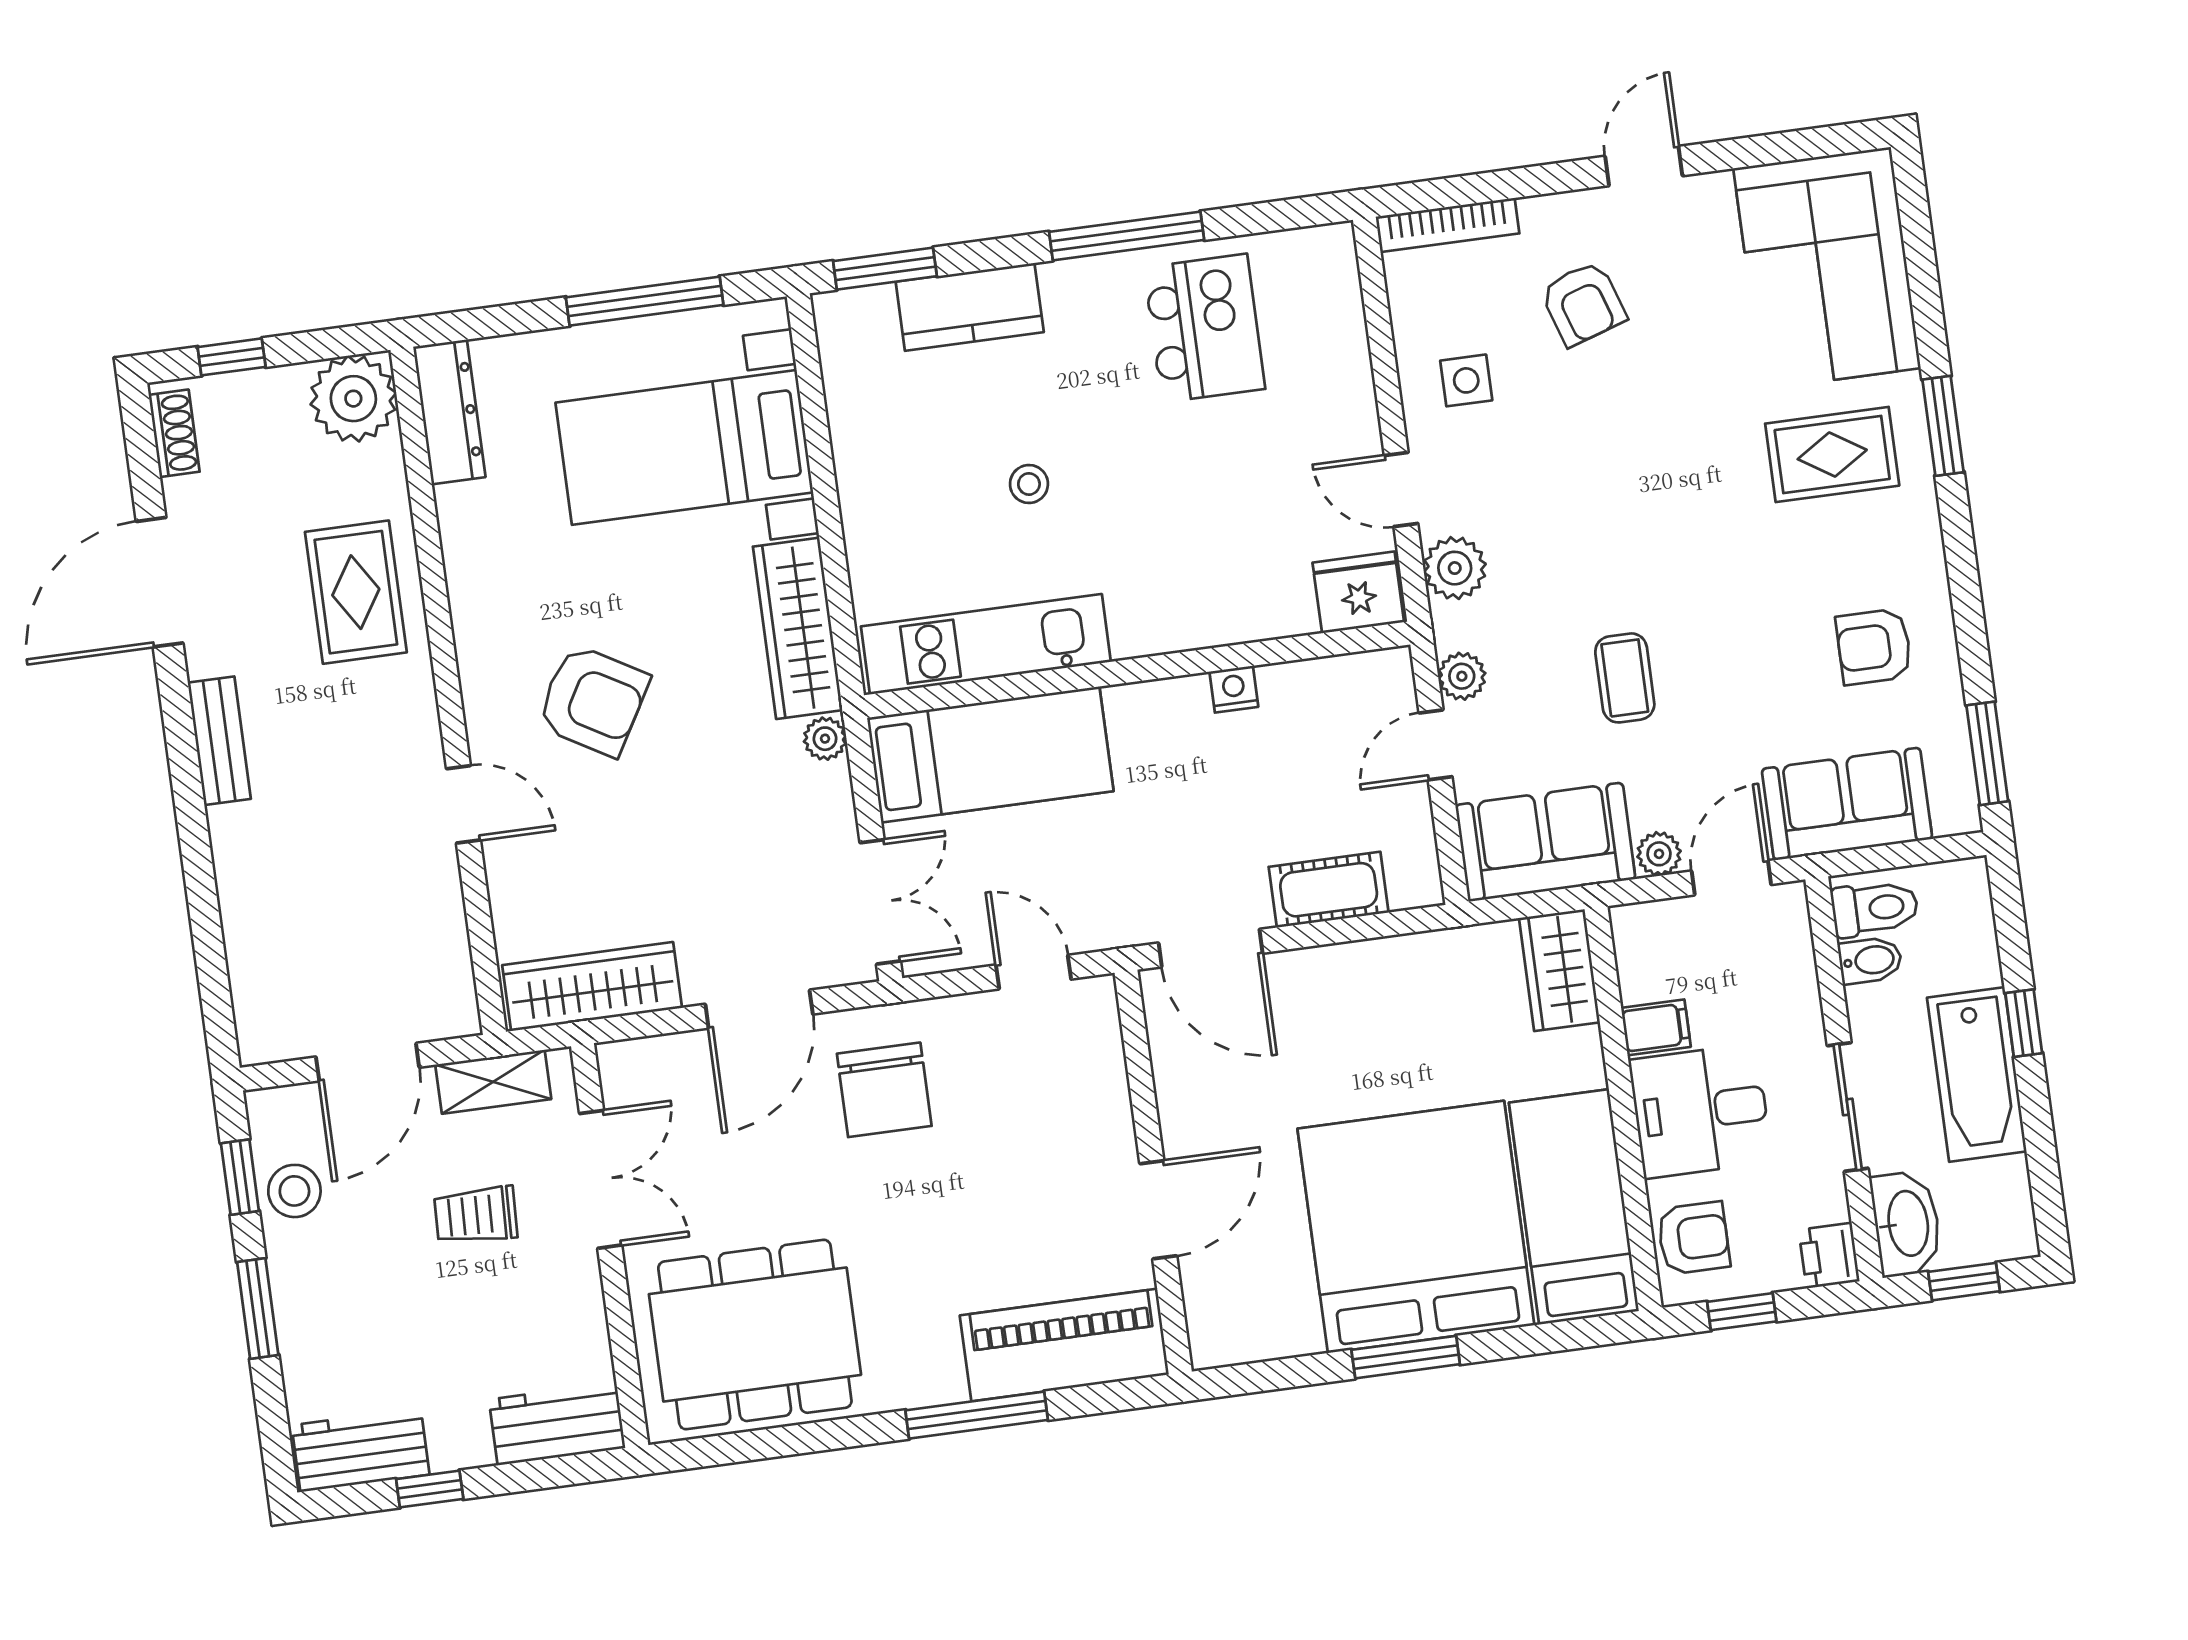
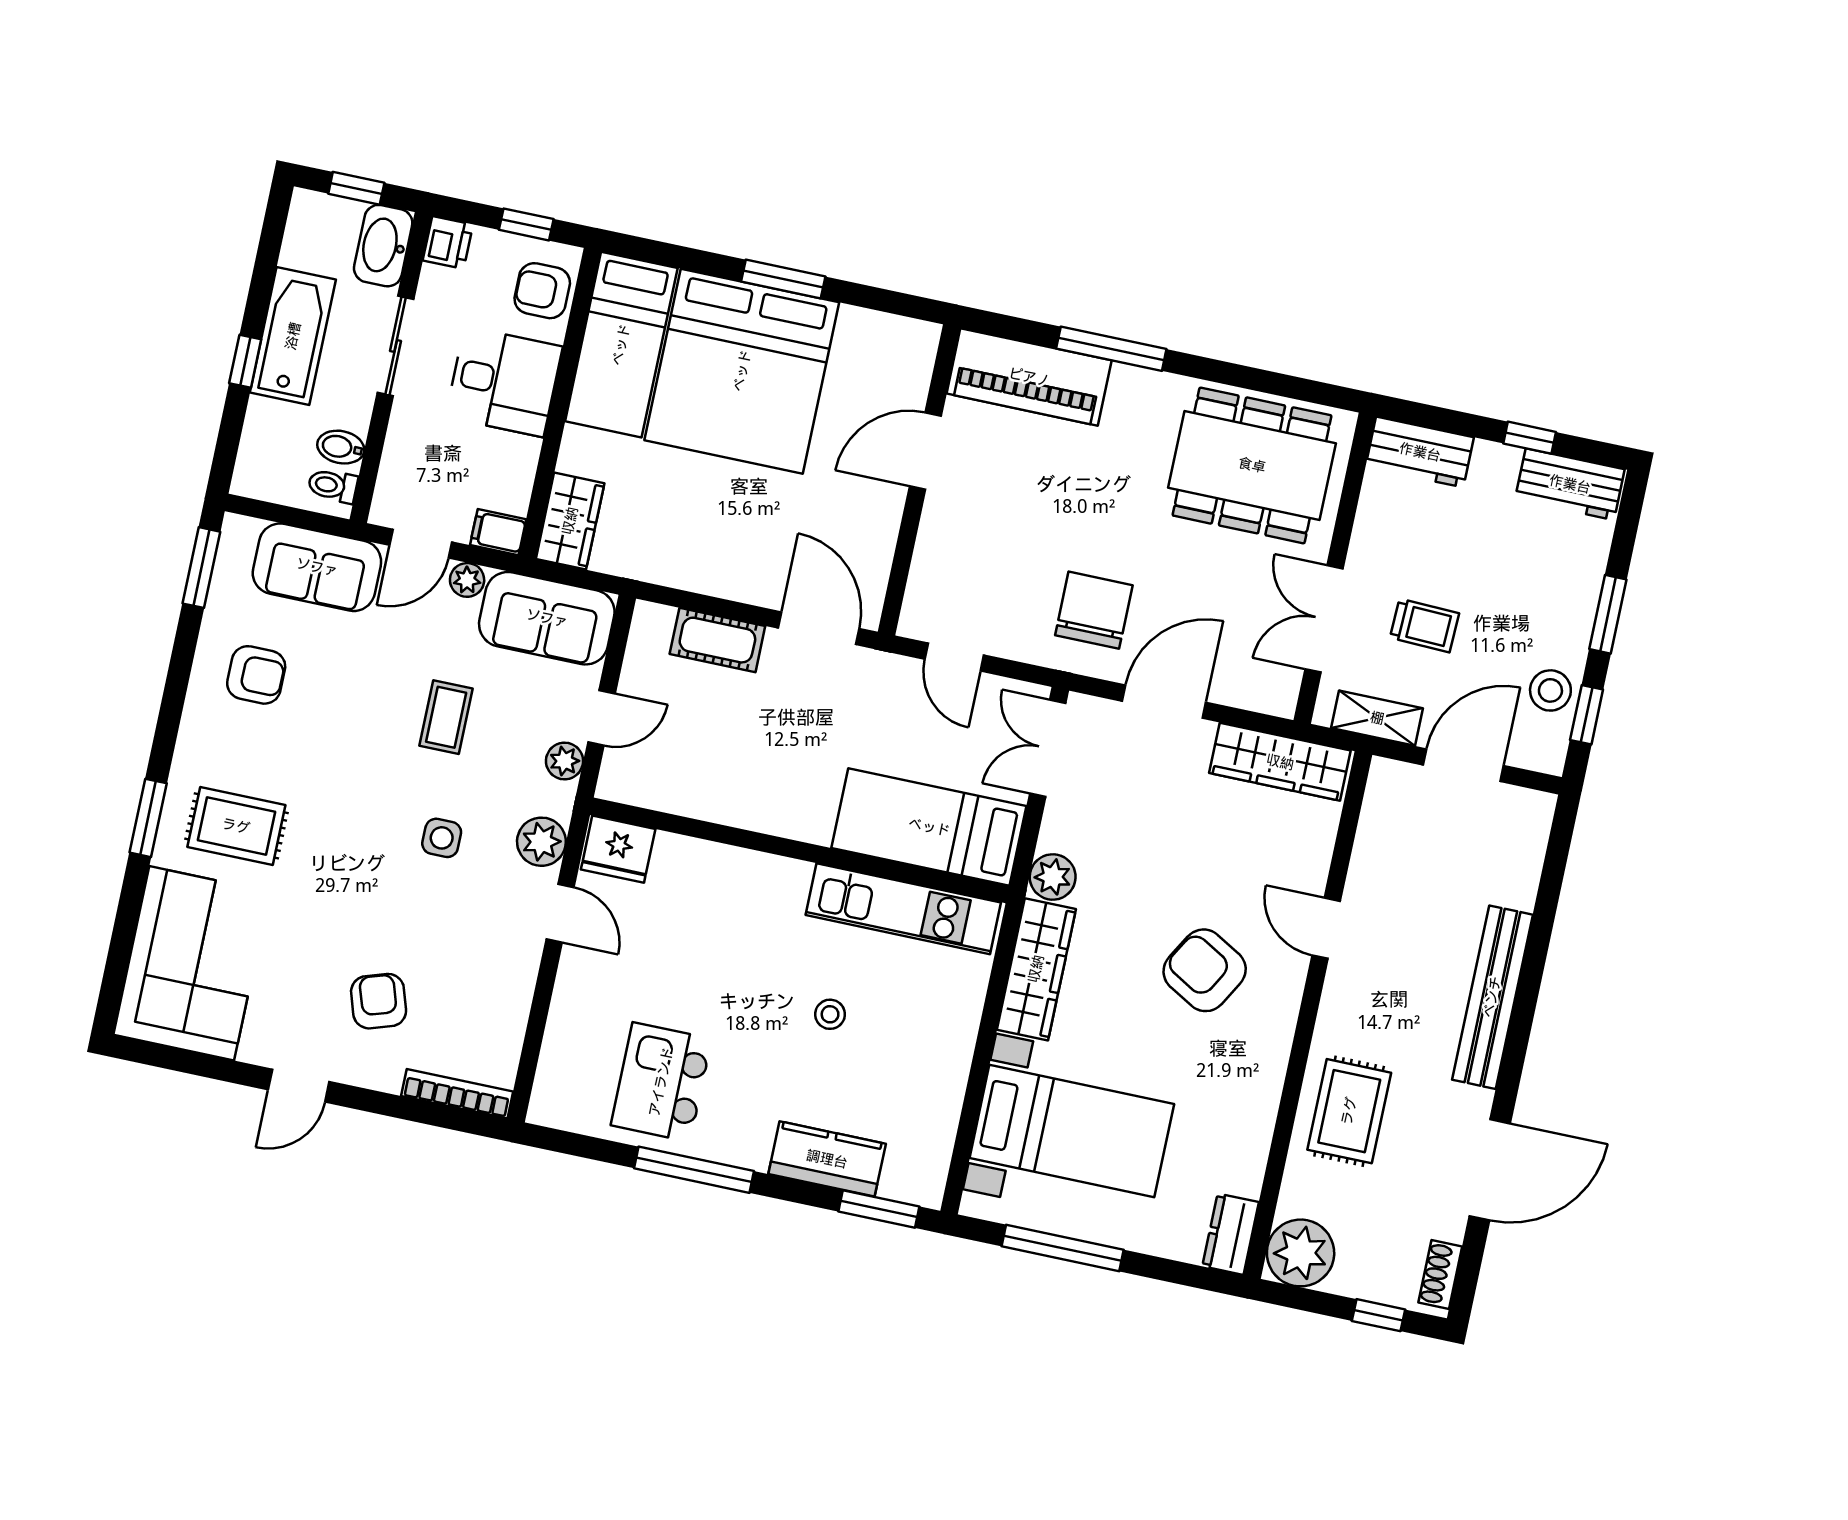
side table: (1466, 380) -> (442, 838), moved
dresser: (449, 412) -> (1231, 1234), width x0.70
nightstand: (1234, 689) -> (734, 811), removed
plant: (825, 739) -> (1053, 877), width x1.38, depth x1.38
bench: (219, 741) -> (1492, 997), width x1.86, depth x1.21
toilet: (1875, 908) -> (333, 486), width x0.73, depth x0.72
filing cabinet: (1656, 1027) -> (498, 532), moved

